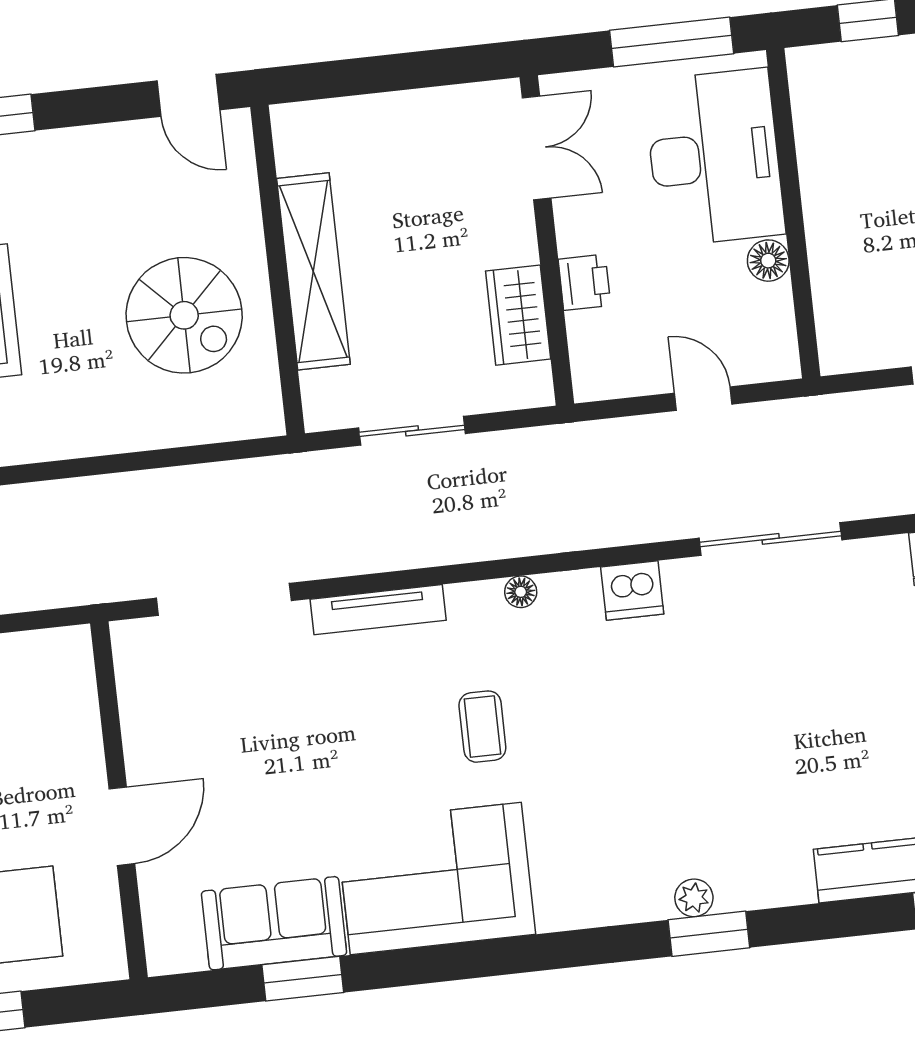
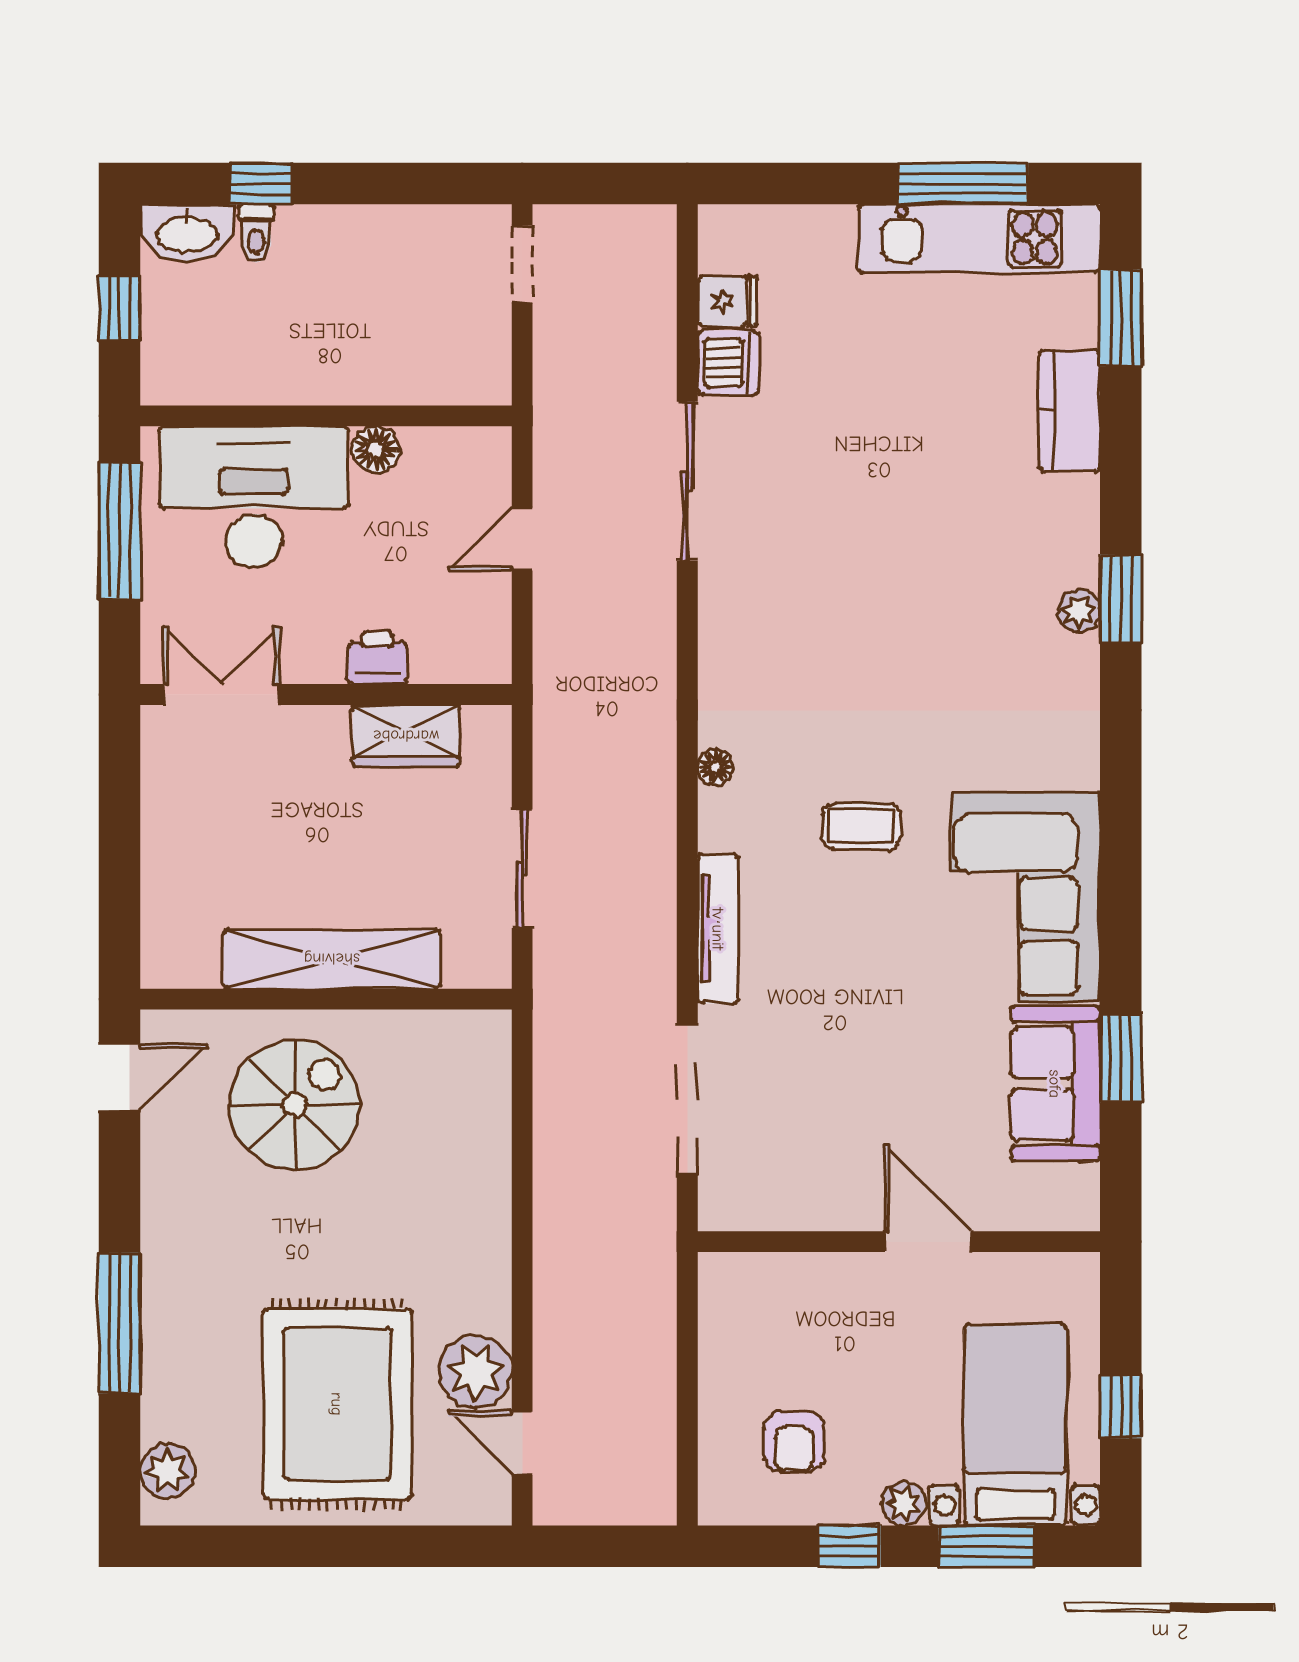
spiral stairs: (184, 315) -> (295, 1105), moved
dishwasher: (632, 591) -> (728, 363), moved

